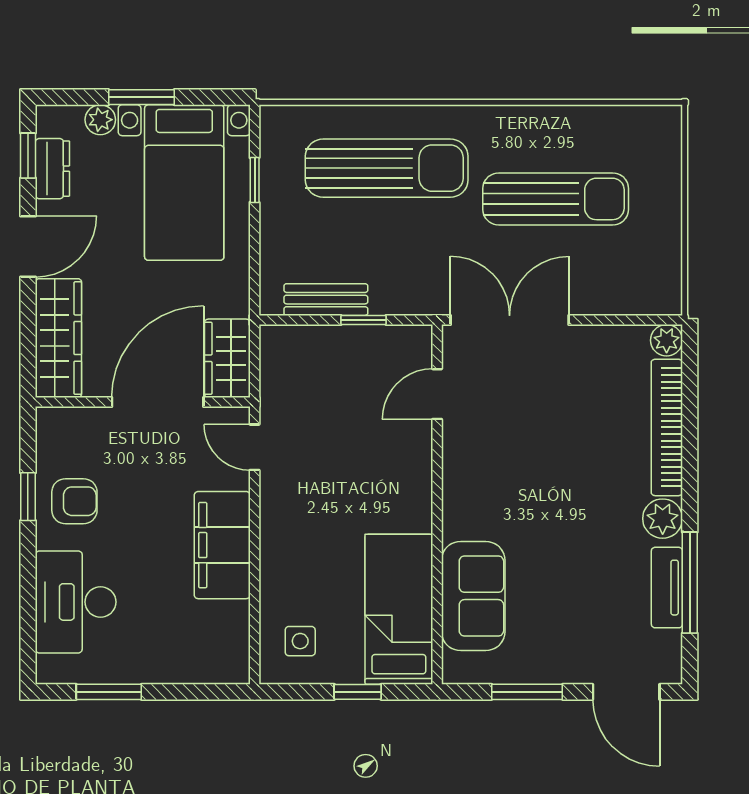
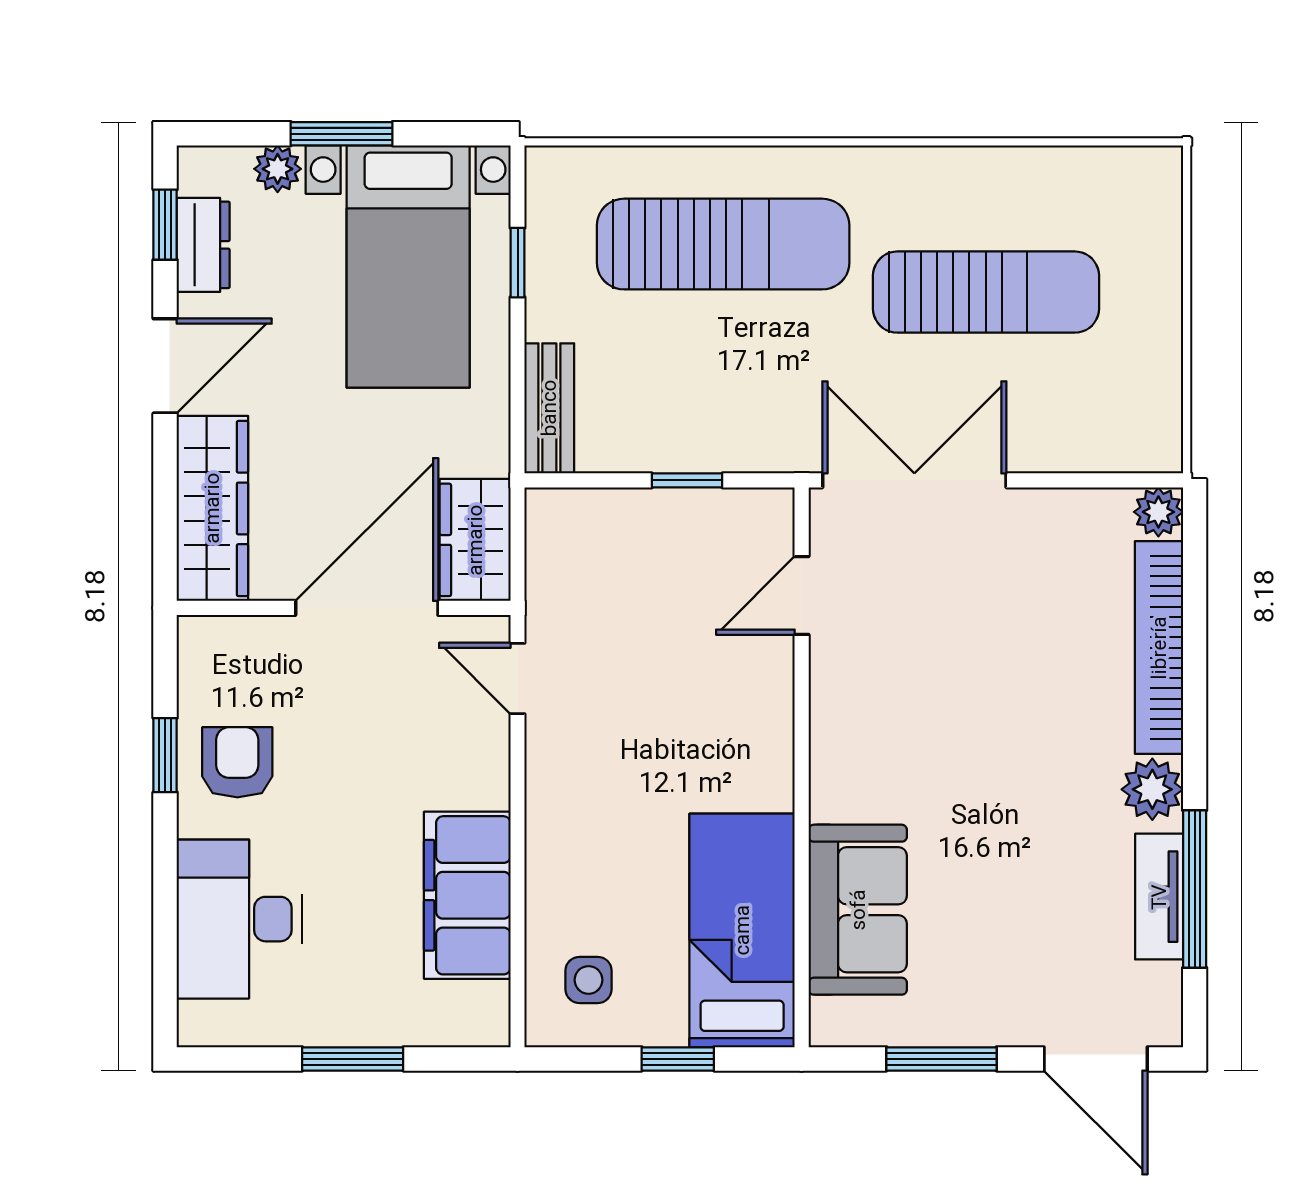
bench: (326, 300) -> (549, 408), moved, turned 90
armchair: (74, 501) -> (237, 762), turned -90
filing cabinet: (222, 545) -> (467, 895), moved
window: (109, 692) -> (353, 1059), moved

